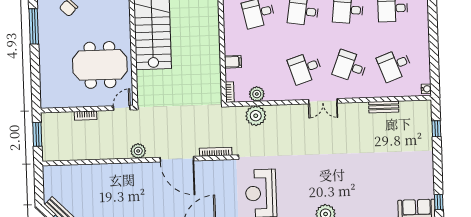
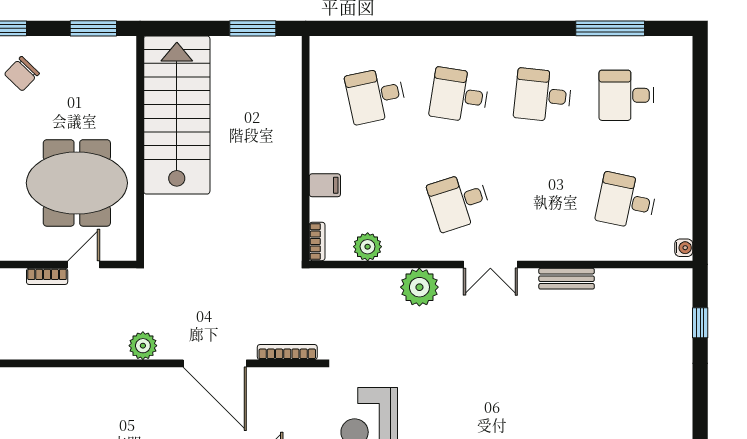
desk: (395, 65) -> (626, 201), turned 33
desk: (350, 66) -> (543, 201), removed
bench: (384, 107) -> (567, 279), moved
door: (122, 108) -> (84, 264), moved
plant: (256, 116) -> (419, 287), moved

